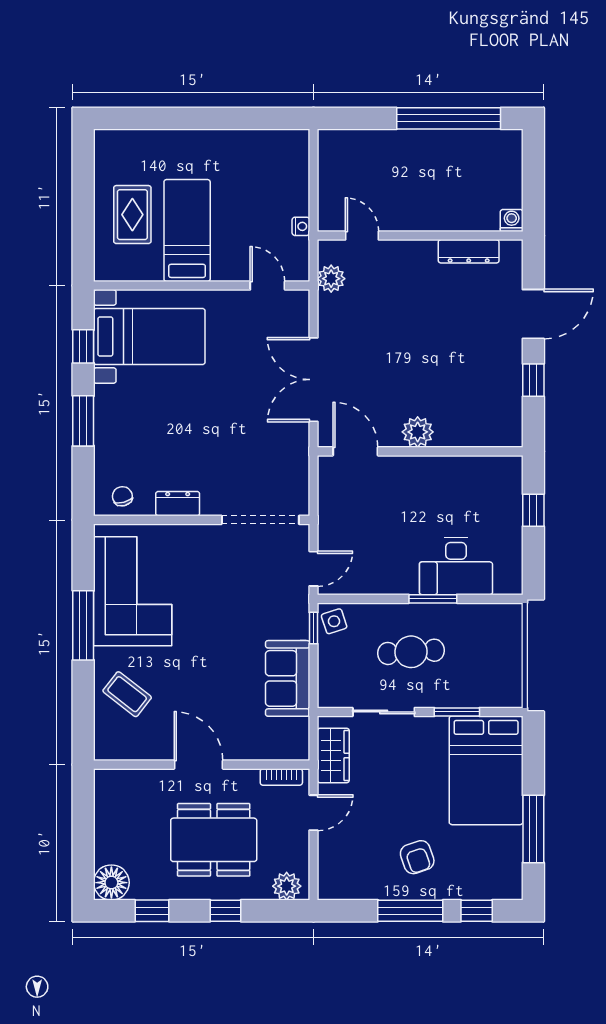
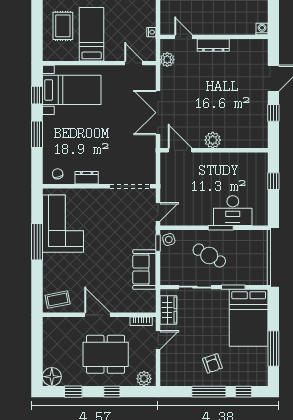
dresser: (469, 251) -> (213, 45), moved
cafe table: (411, 652) -> (209, 256), turned 33
coffee table: (127, 694) -> (58, 300), moved, turned -49

